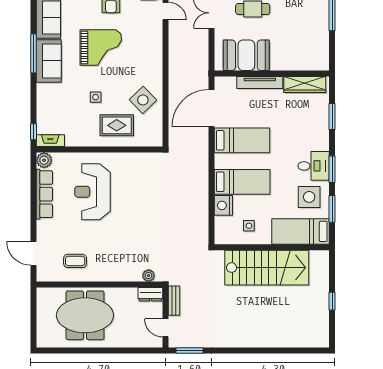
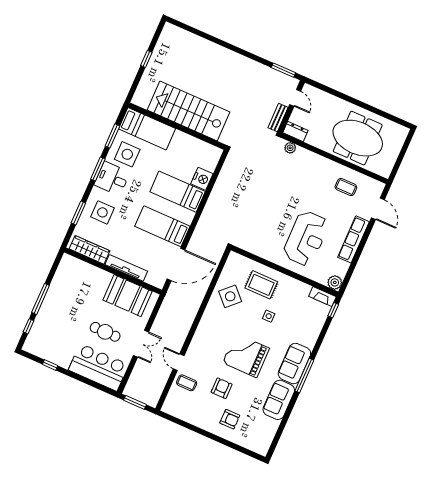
row of seats: (44, 194) -> (353, 239), moved
side table: (249, 226) -> (102, 212), moved, width x1.87, depth x1.87

